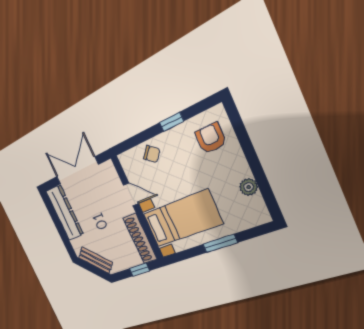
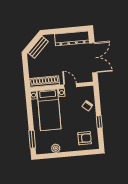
door: (131, 194) -> (70, 86), swing flipped
window: (220, 243) -> (32, 139), moved
window: (139, 270) -> (26, 74), removed

